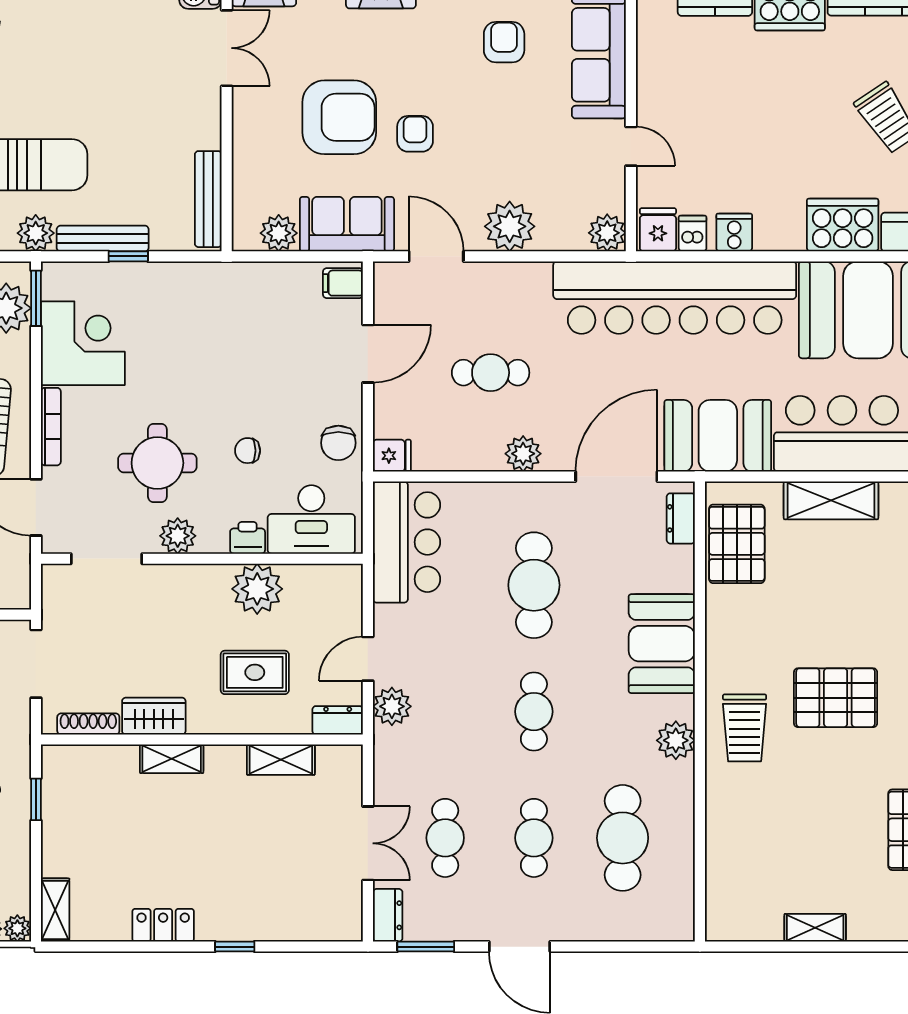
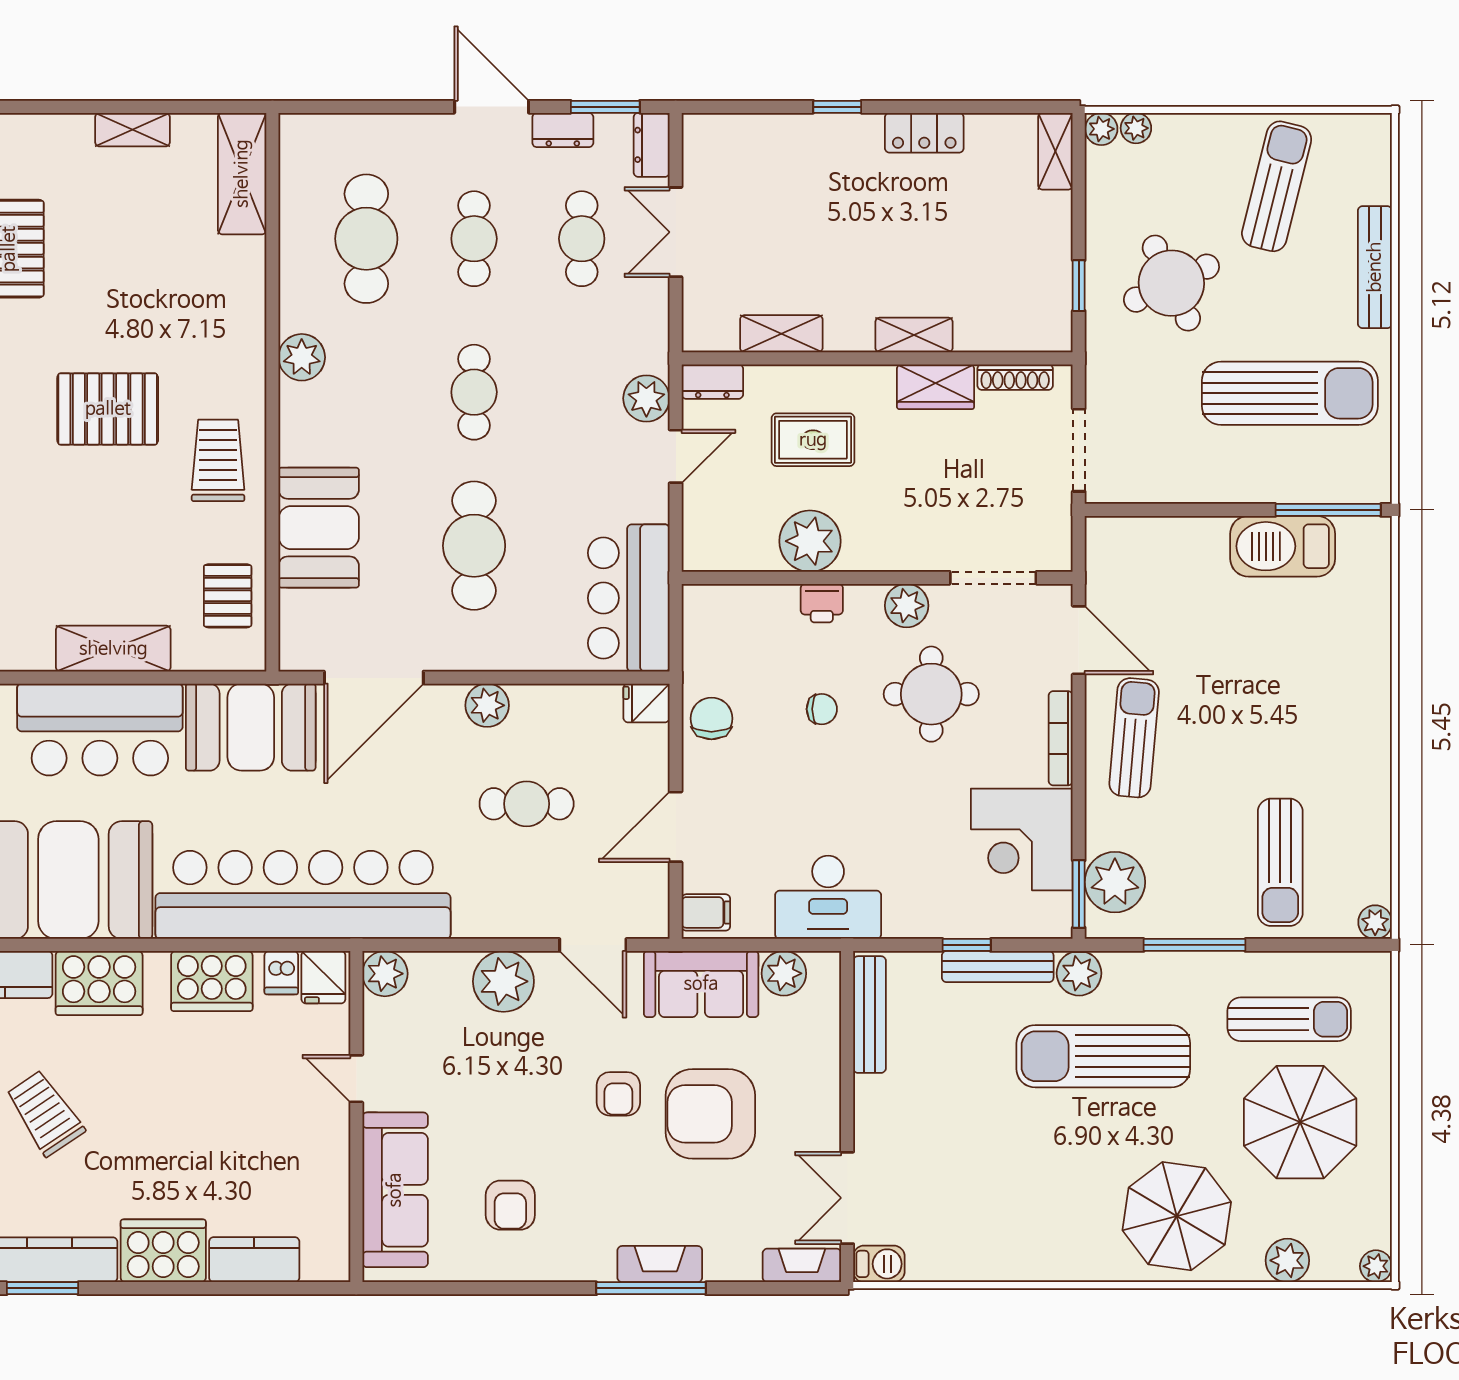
cooker: (734, 233) -> (212, 981), width x1.87, depth x1.31
dresser: (681, 518) -> (563, 130), moved, turned 90
desk: (311, 519) -> (828, 897), moved, turned 180
pallet: (737, 544) -> (228, 596), width x0.67, depth x0.71
booth: (662, 644) -> (319, 528), moved
trolley: (745, 728) -> (218, 460), moved
shelving: (725, 892) -> (242, 174), added

